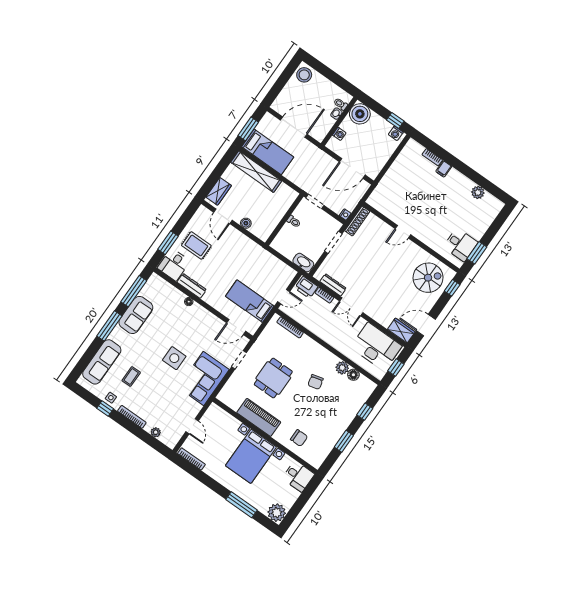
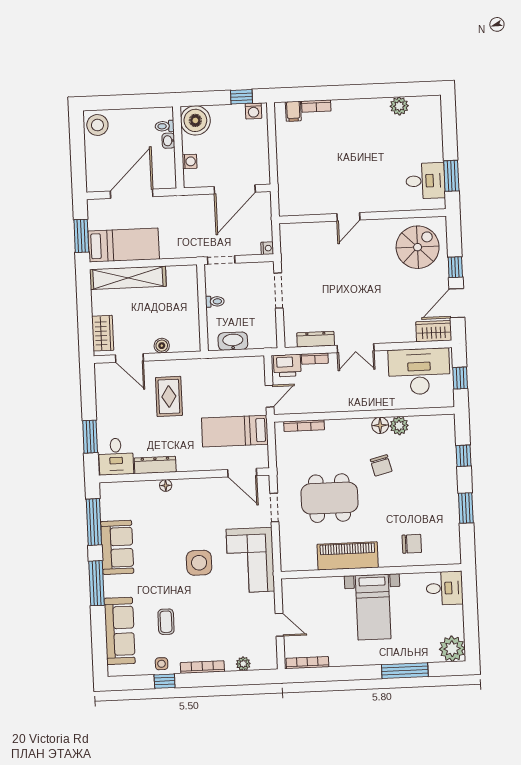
filing cabinet: (444, 169) -> (293, 111), moved
shoe rack: (357, 221) -> (287, 245), removed
rug: (196, 245) -> (169, 396), moved, turned 90
washbasin: (303, 263) -> (233, 341), moved
window: (452, 288) -> (455, 267), moved
door: (236, 327) -> (242, 473), hinge flipped
floor lamp: (353, 375) -> (380, 425), moved
dining table: (273, 378) -> (329, 498), width x1.38
bed with nightstands: (251, 456) -> (373, 607), width x0.73

